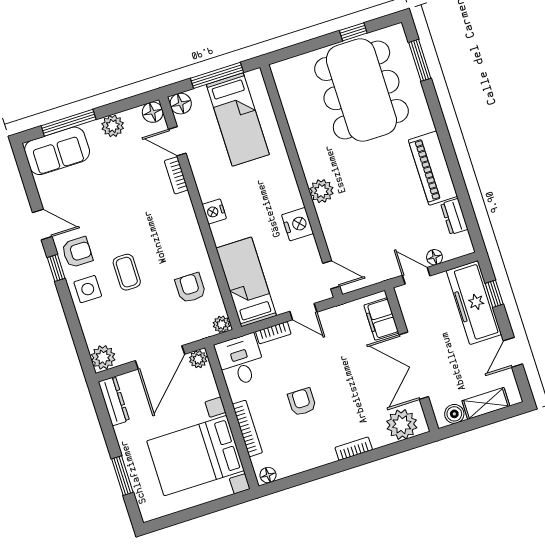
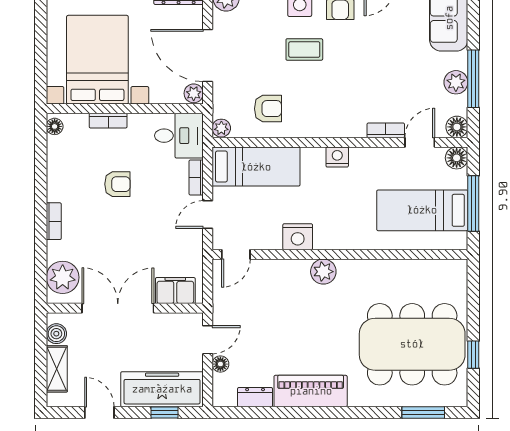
window: (69, 123) -> (473, 79), moved
bookcase: (247, 428) -> (108, 121), width x0.64

